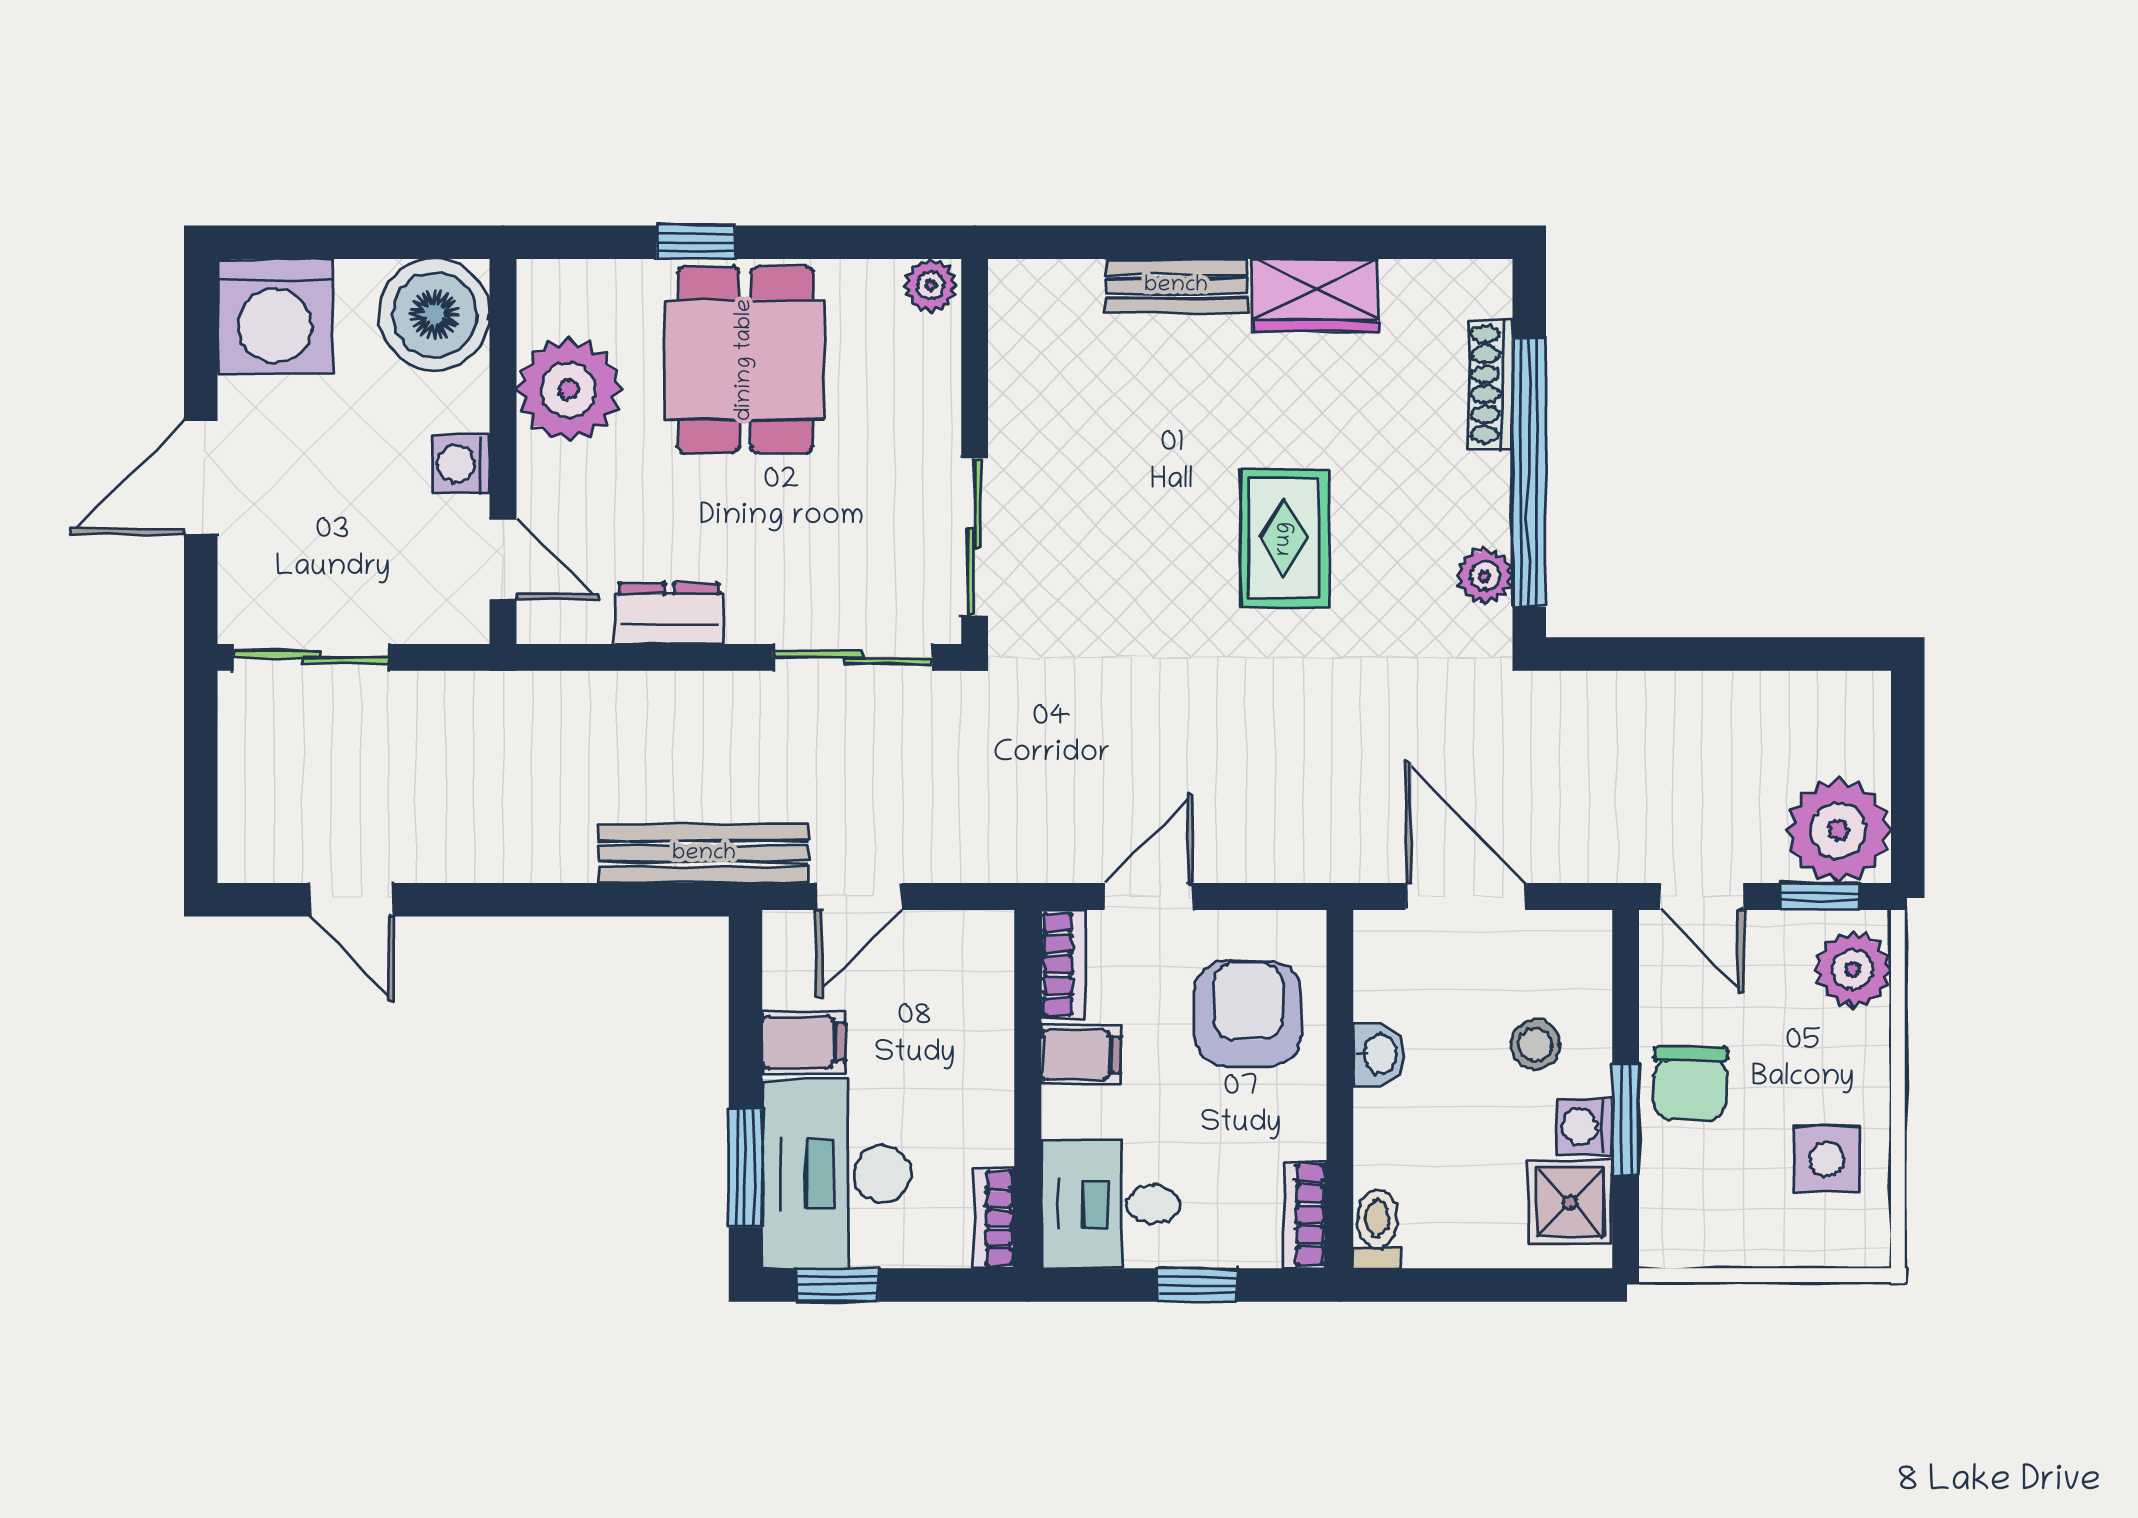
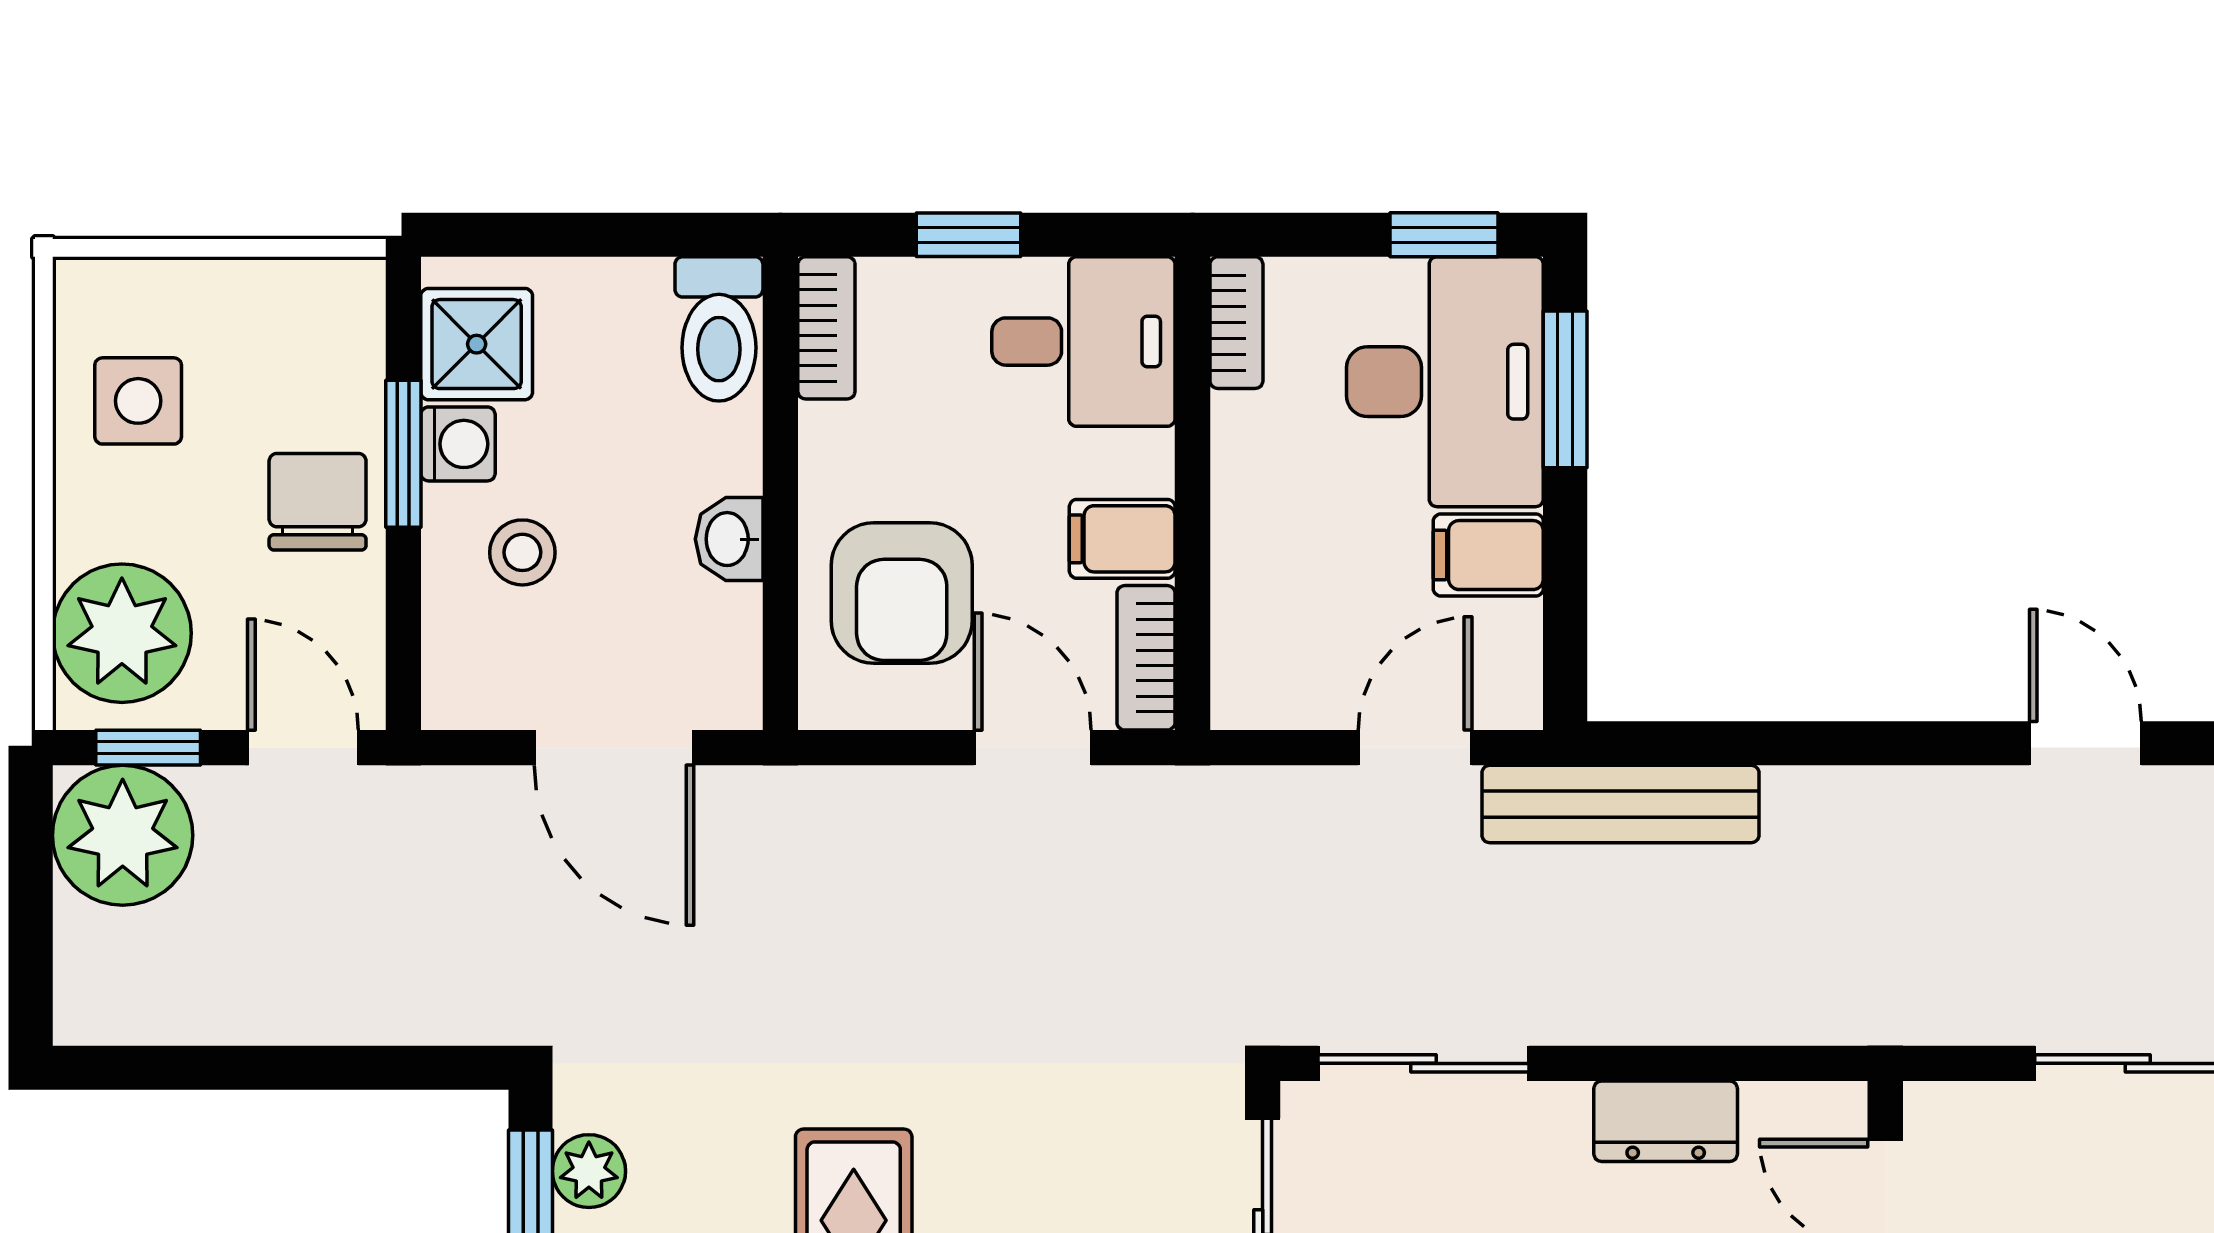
door: (1149, 897) -> (1033, 748), swing flipped
plant: (1853, 969) -> (122, 633), width x1.36, depth x1.36
toilet: (1377, 1229) -> (719, 329), width x1.37, depth x1.39

